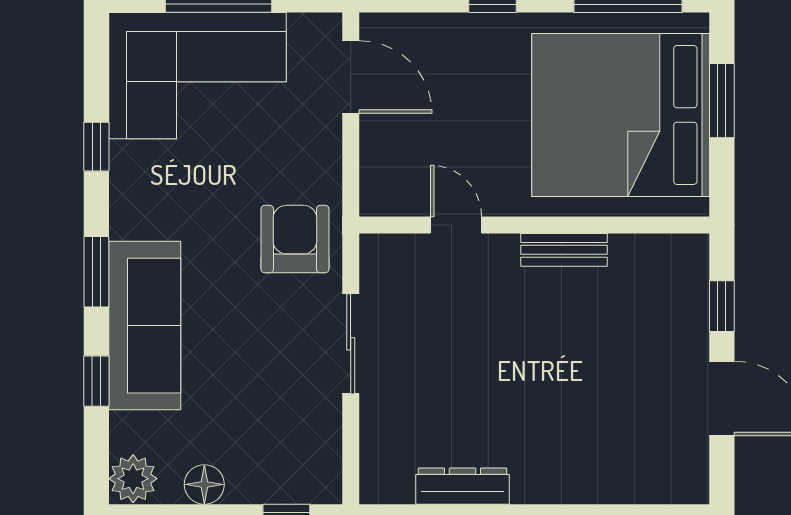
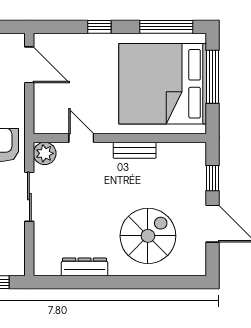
window: (722, 101) -> (213, 77), width x1.44
plant: (382, 256) -> (45, 153), added
spiral stairs: (591, 423) -> (148, 236), added

